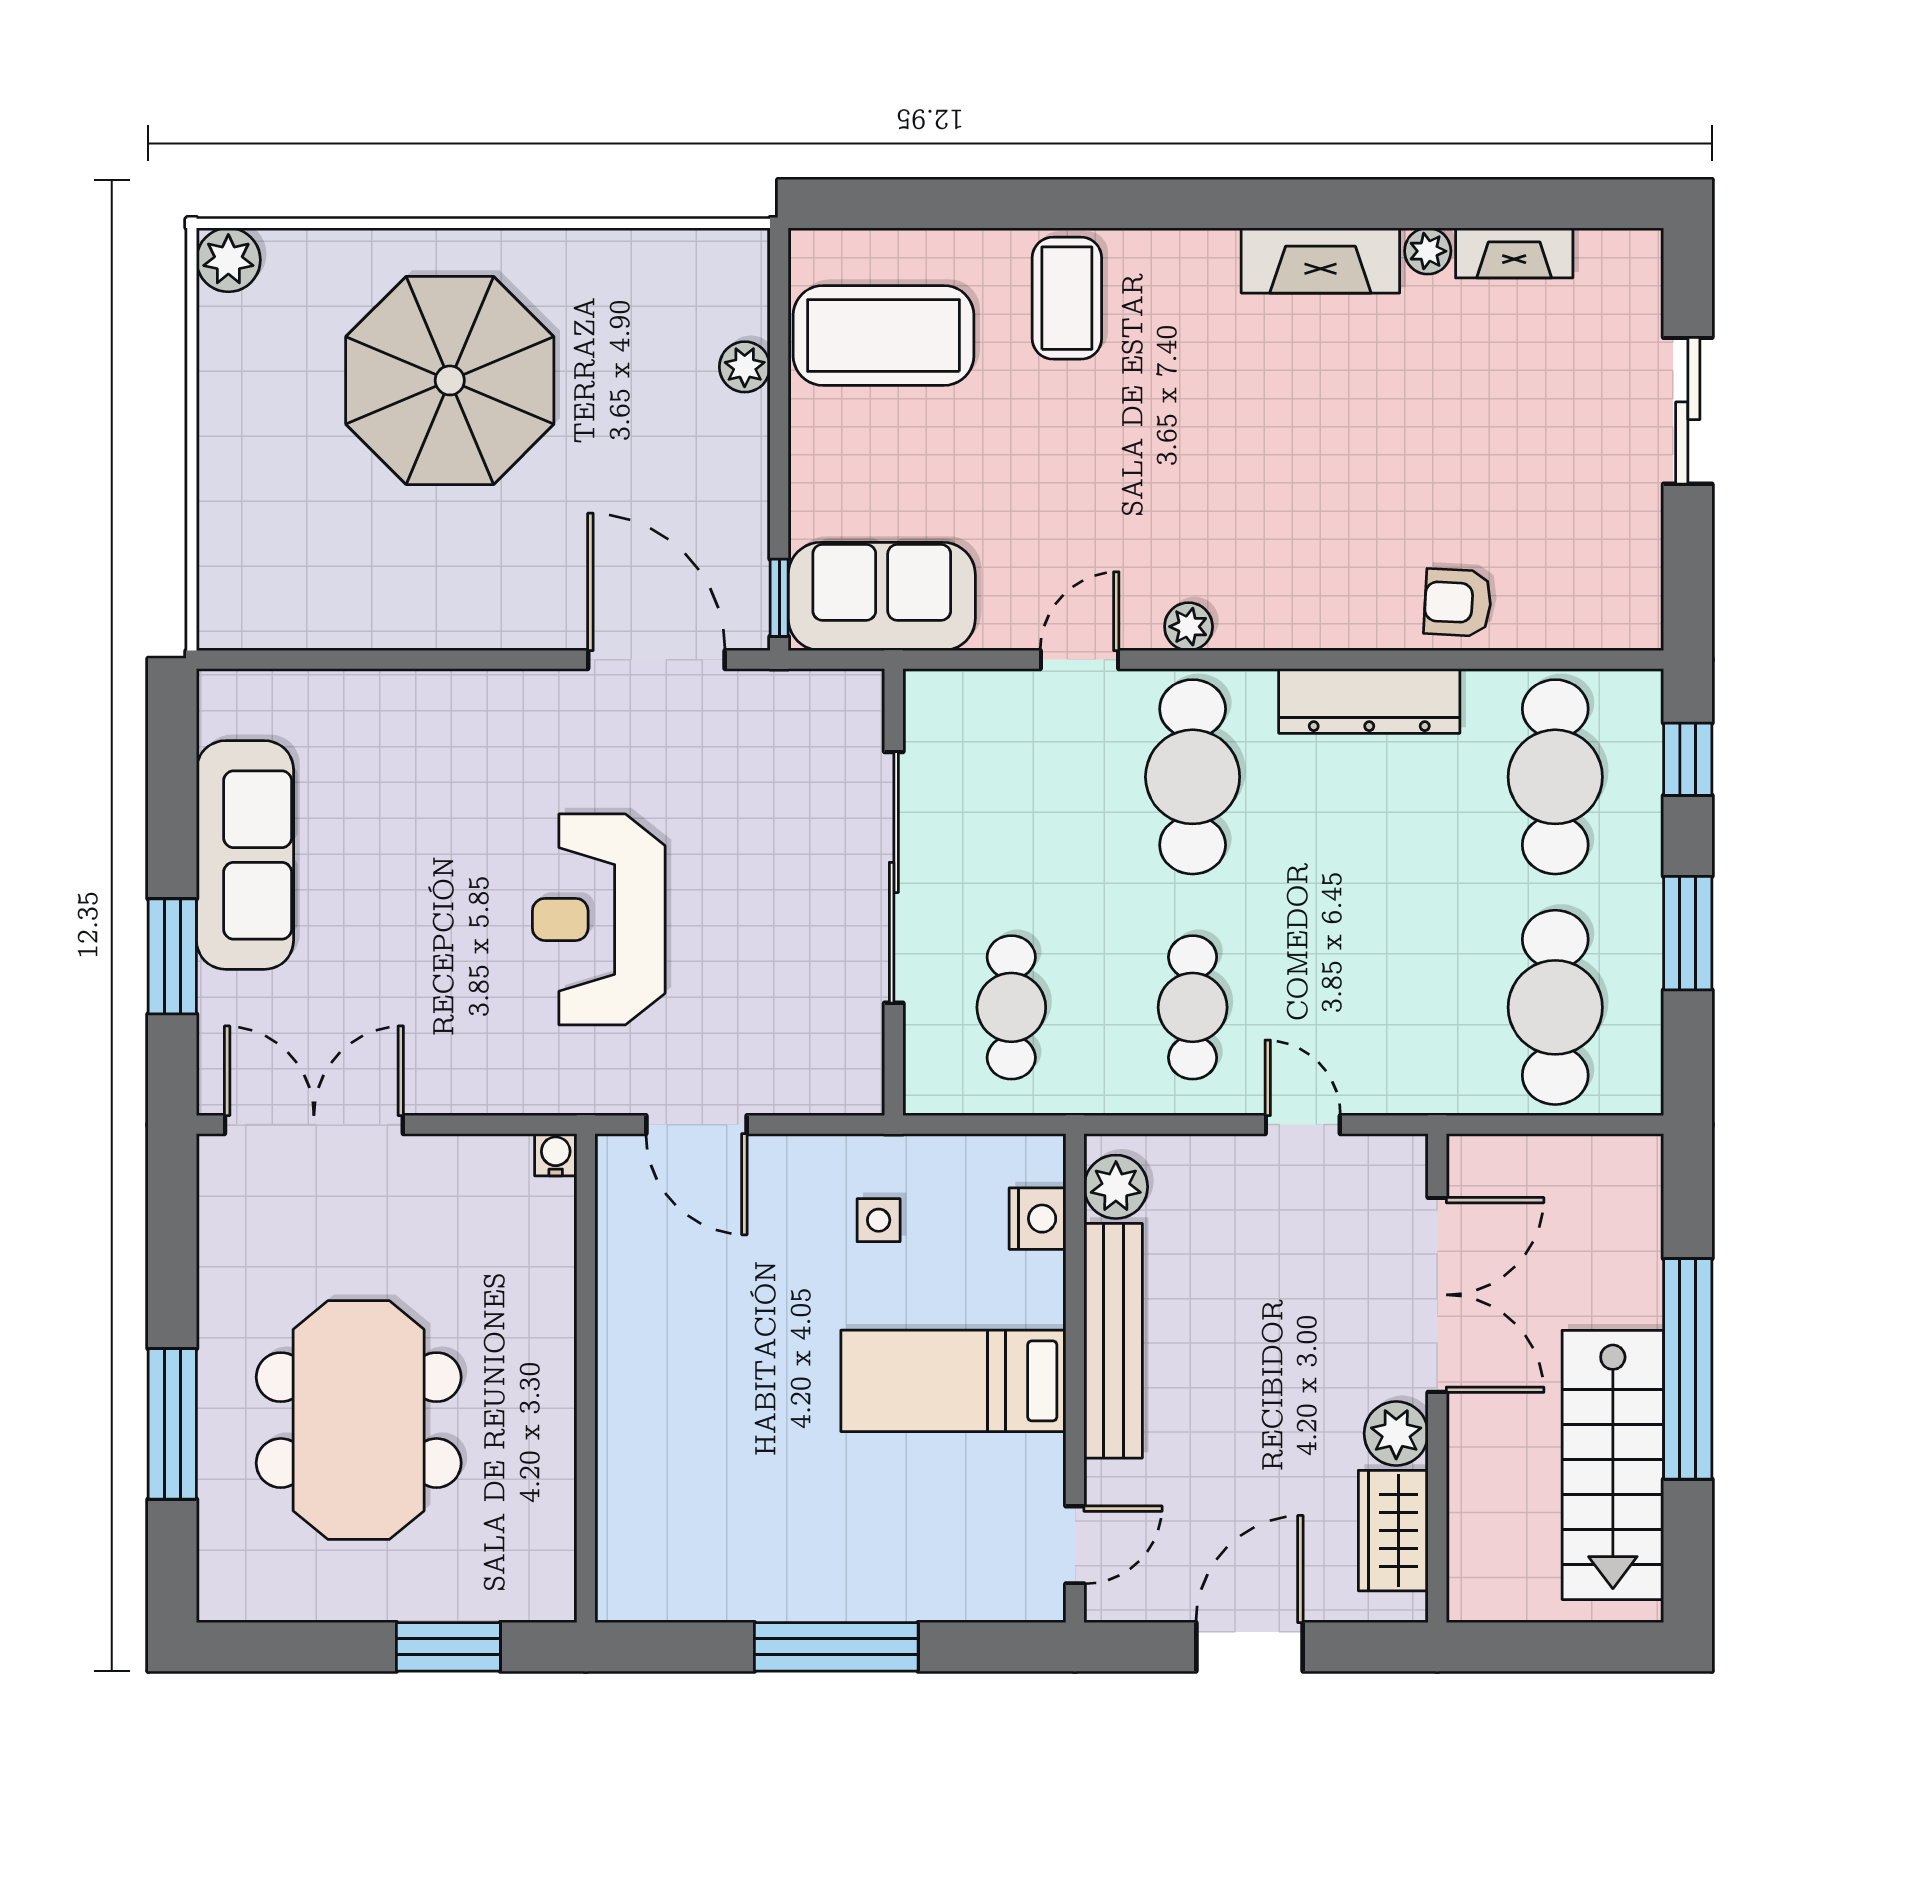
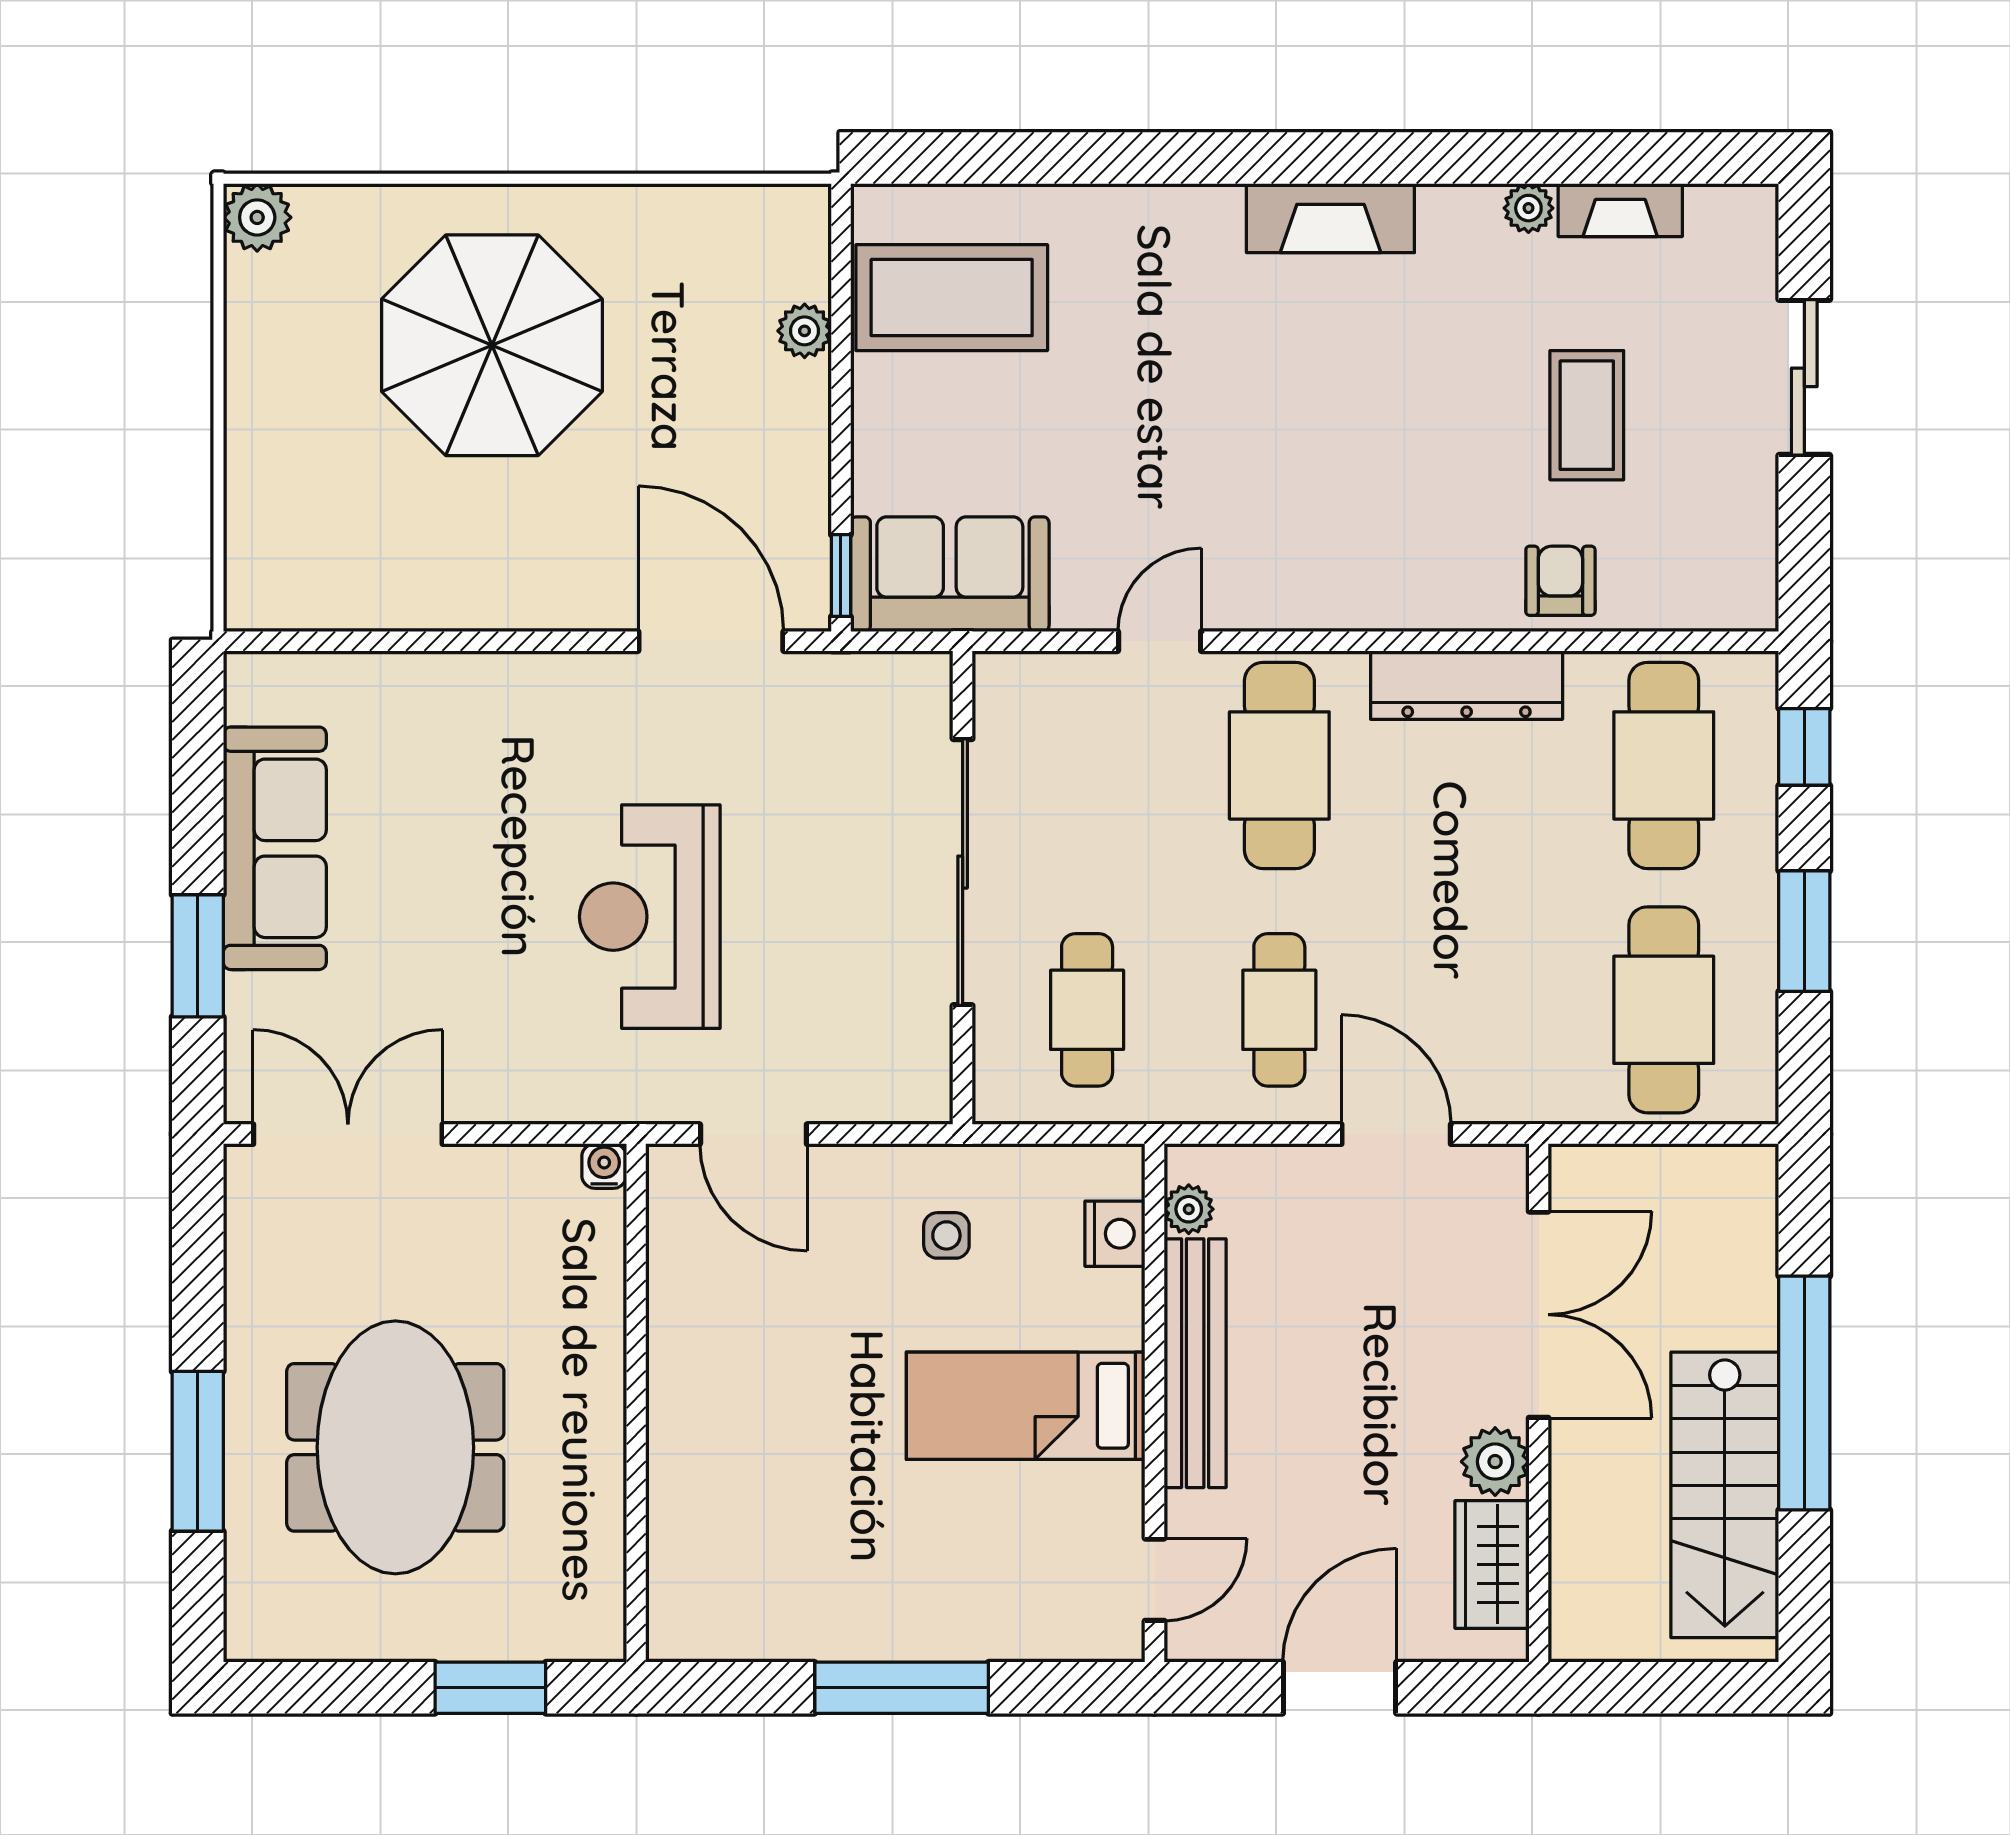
fireplace: (1320, 261) -> (1330, 218), moved
coffee table: (1067, 298) -> (1587, 415), moved
armchair: (1458, 603) -> (1560, 581), turned 87
plant: (1189, 627) -> (1275, 606), removed
door: (1303, 1125) -> (1396, 1134), width x1.38
plant: (1116, 1187) -> (1189, 1209), width x0.73, depth x0.73

